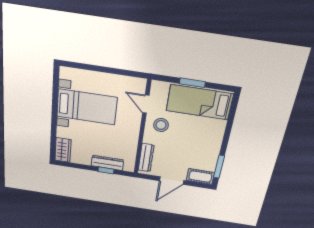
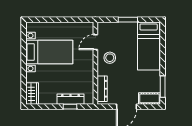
bed: (200, 102) -> (149, 46), moved, turned -90
door: (146, 104) -> (95, 42), hinge flipped

